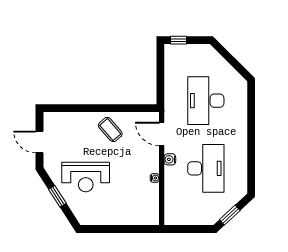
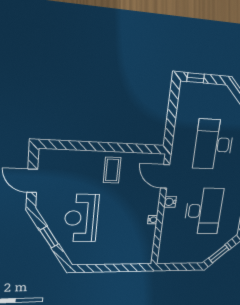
coffee table: (110, 130) -> (112, 170), turned 41
reception desk: (86, 177) -> (81, 218), turned 90

